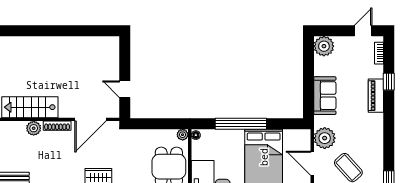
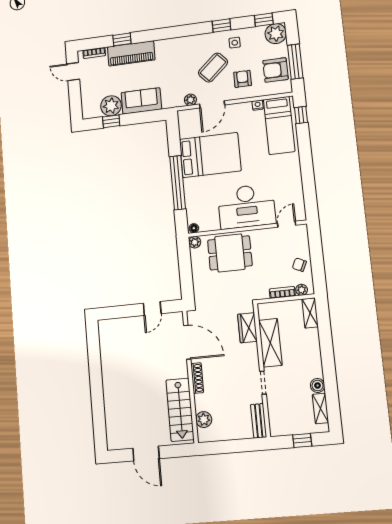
plant: (324, 46) -> (111, 106), moved
window: (309, 65) -> (111, 121), added
piano: (376, 96) -> (131, 53), width x1.37, depth x1.33
plant: (34, 128) -> (204, 420), moved
plant: (325, 138) -> (190, 100), width x0.53, depth x0.53

